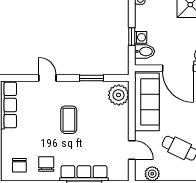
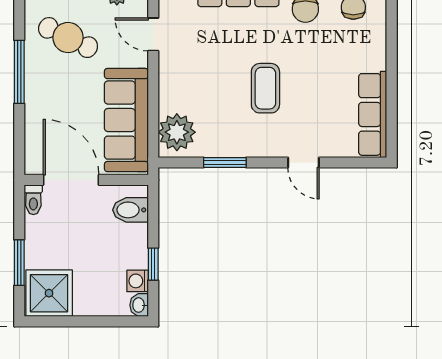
window: (132, 36) -> (153, 264), moved
washing machine: (141, 37) -> (138, 281), moved

